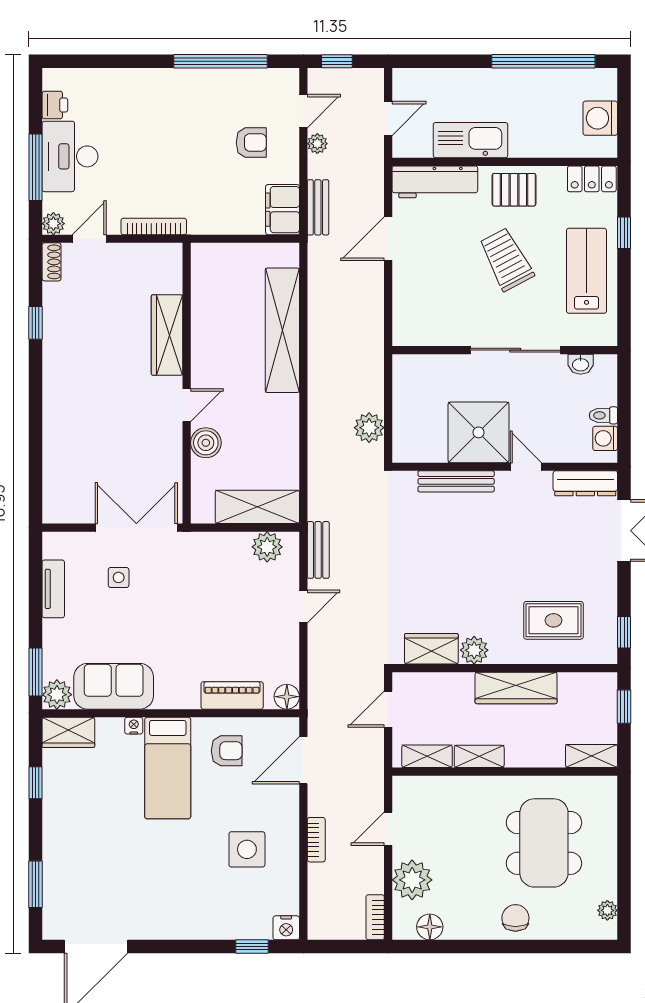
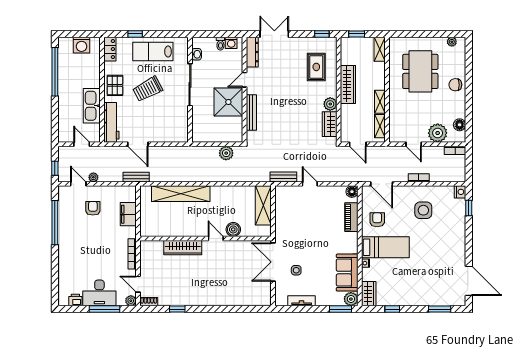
bench: (318, 207) -> (136, 177), moved
filing cabinet: (283, 210) -> (128, 214), moved, turned 90
plant: (267, 547) -> (282, 201), removed
dining table: (544, 843) -> (420, 71), turned 90

